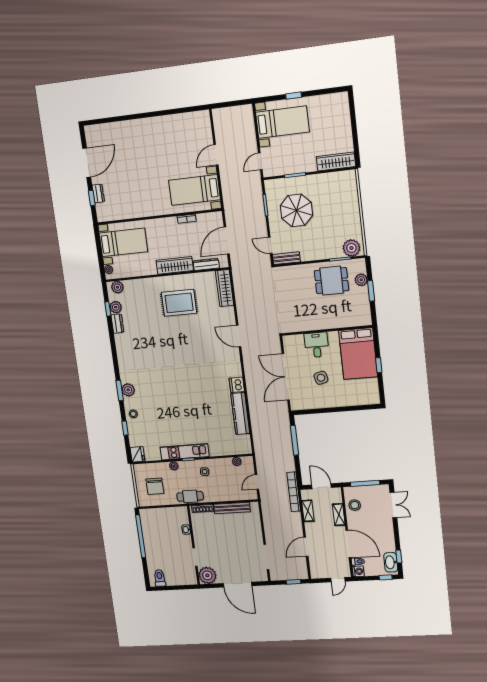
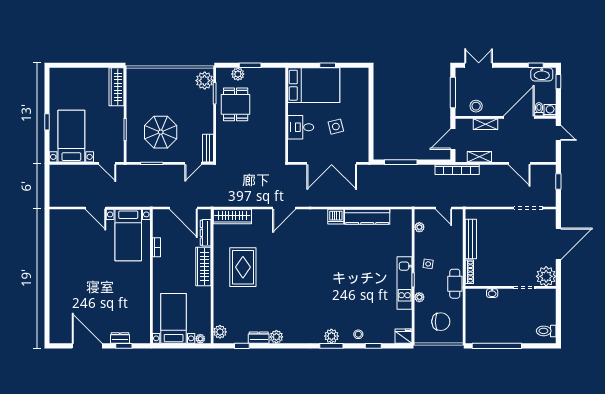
plant: (116, 307) -> (276, 337), moved

